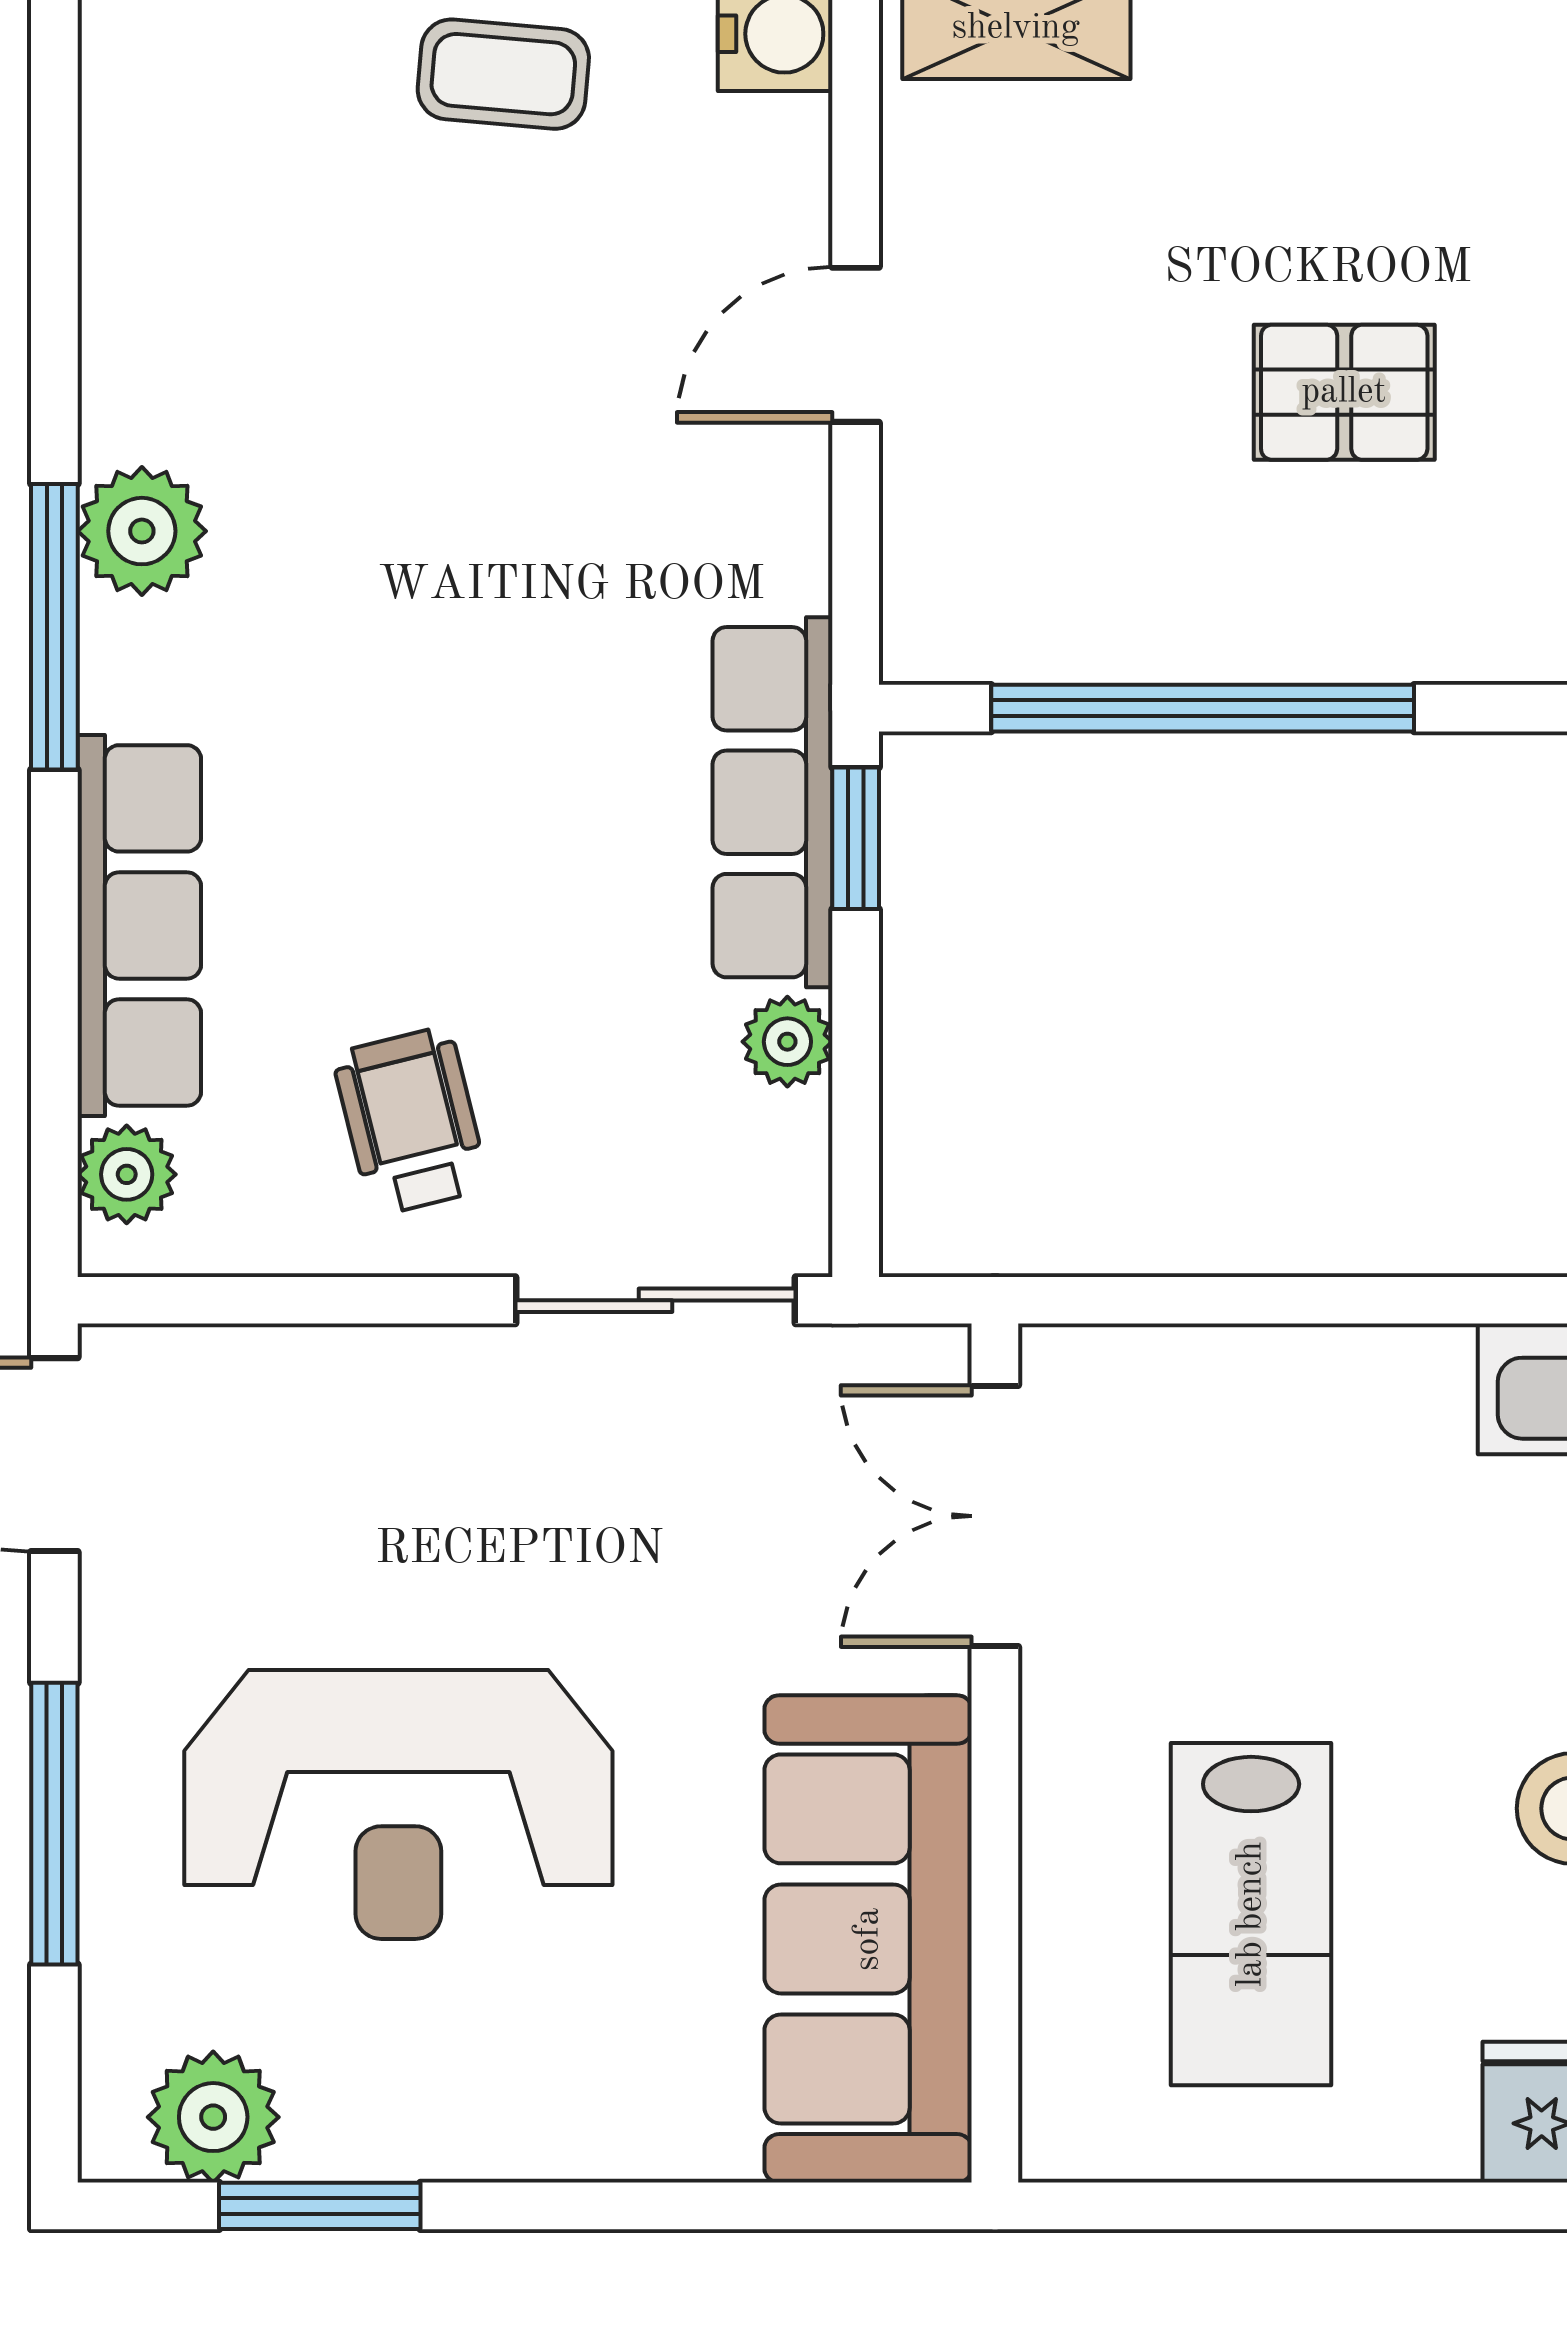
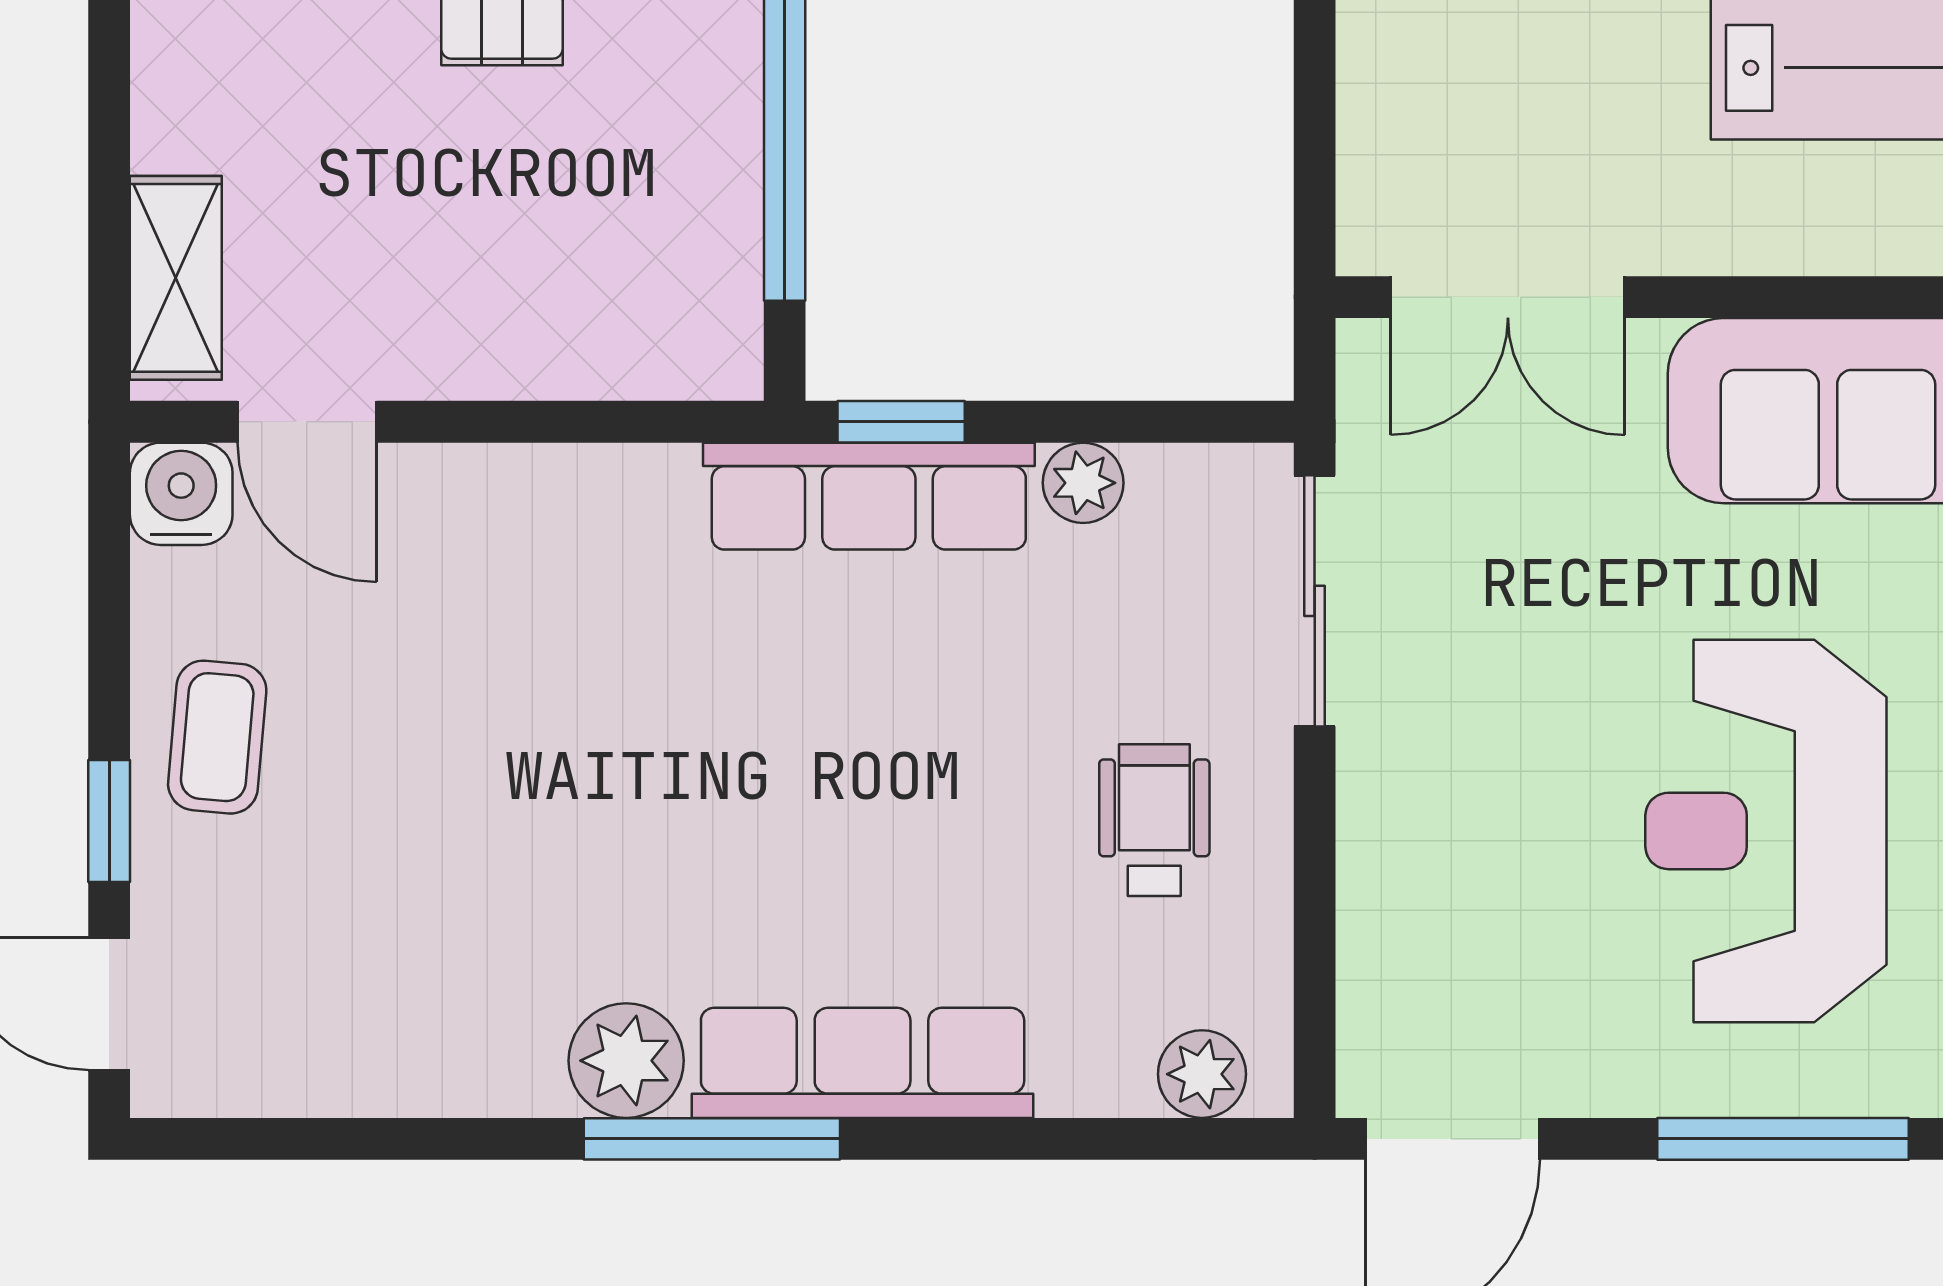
door: (856, 345) -> (307, 422), moved
row of seats: (139, 925) -> (863, 1063), moved
wheelchair: (411, 1121) -> (1154, 820), turned 104
reception desk: (398, 1805) -> (1766, 831), turned 180

